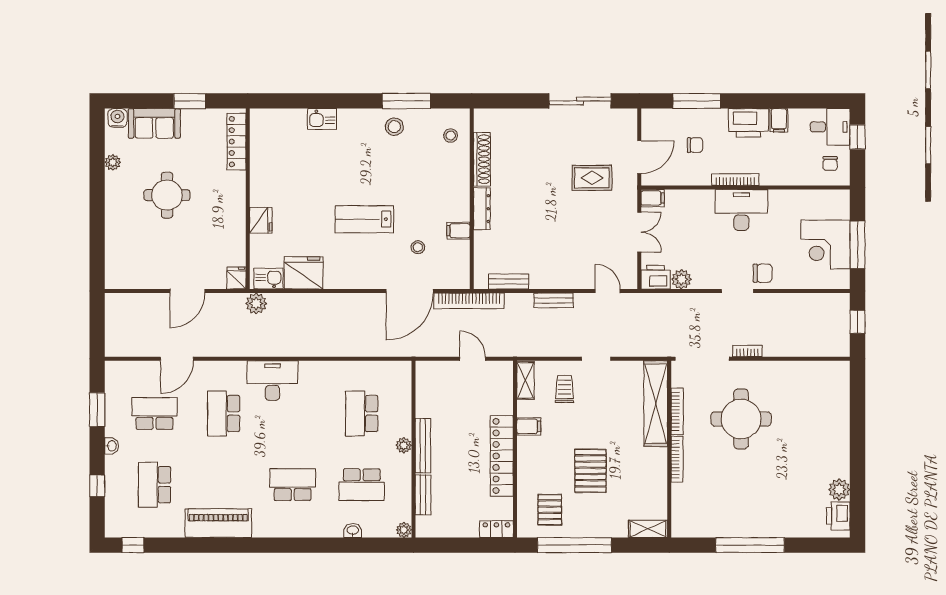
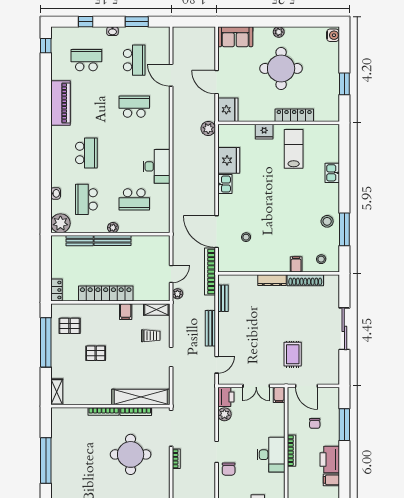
sliding door: (580, 101) -> (344, 329), moved
sofa: (154, 123) -> (235, 37), moved, turned -90
locker: (236, 142) -> (294, 115), moved
plant: (113, 162) -> (279, 32), moved
round table: (167, 195) -> (281, 68), width x1.36, depth x1.36
lab bench: (364, 219) -> (294, 149), moved
filing cabinet: (458, 231) -> (296, 264), moved
fridge: (237, 278) -> (228, 110), width x1.88, depth x1.34
kitchen sink: (268, 279) -> (225, 184), moved
bench: (553, 300) -> (210, 328), width x1.36
plant: (502, 349) -> (177, 294), added
desk: (272, 381) -> (156, 166), moved
school desk: (362, 414) -> (134, 199), turned 180
pallet: (590, 471) -> (96, 353), width x0.67, depth x0.71
plant: (404, 530) -> (60, 223), width x1.88, depth x1.88

